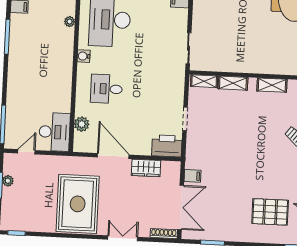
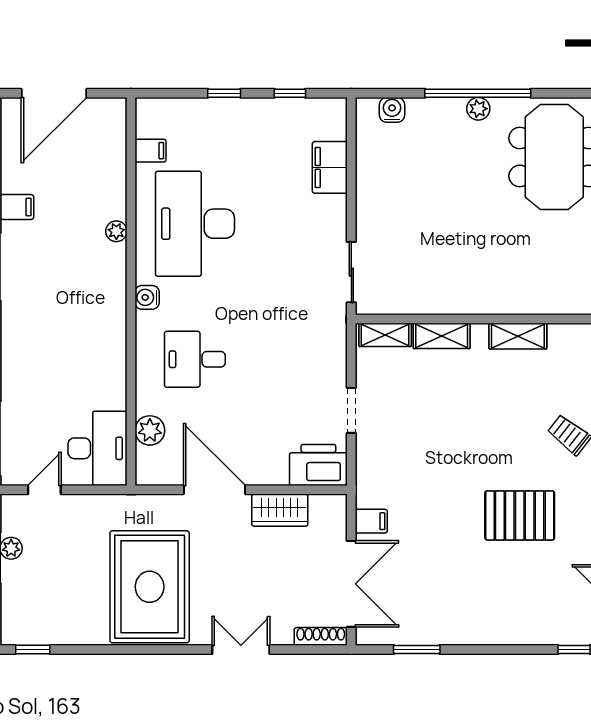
pallet: (270, 212) -> (520, 515), moved

